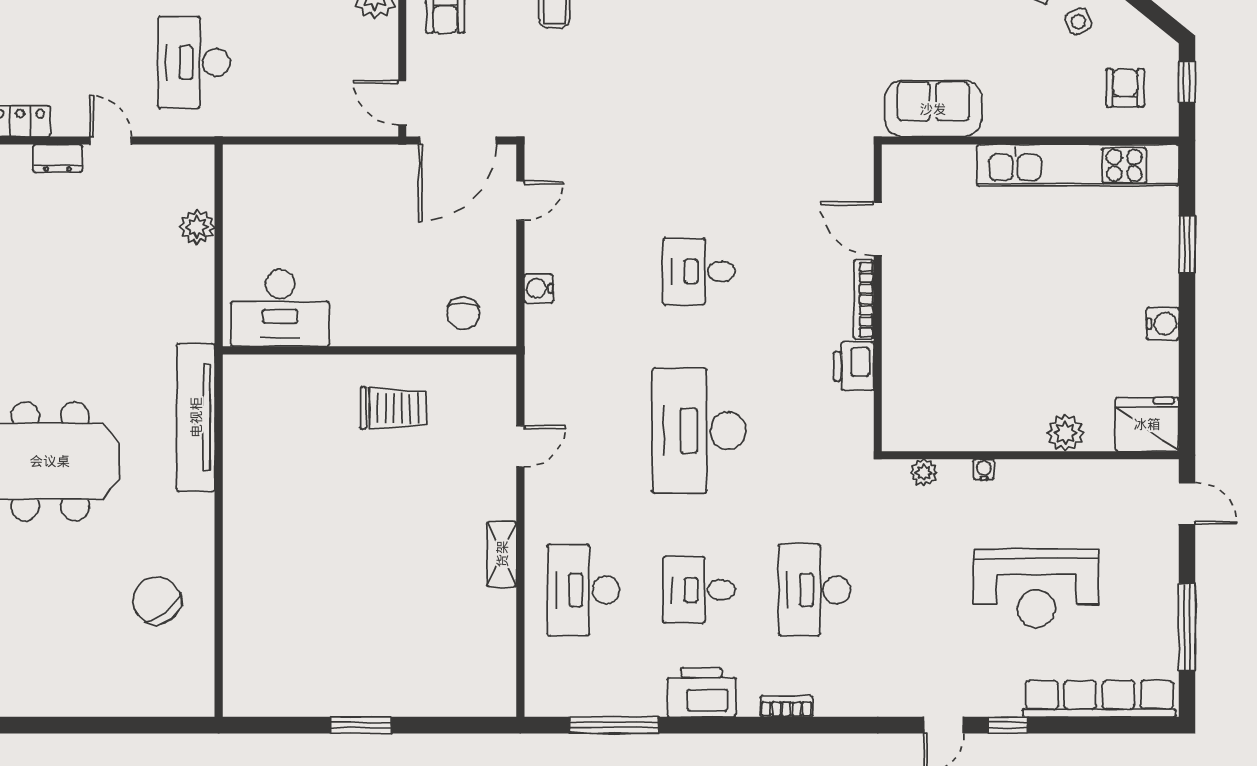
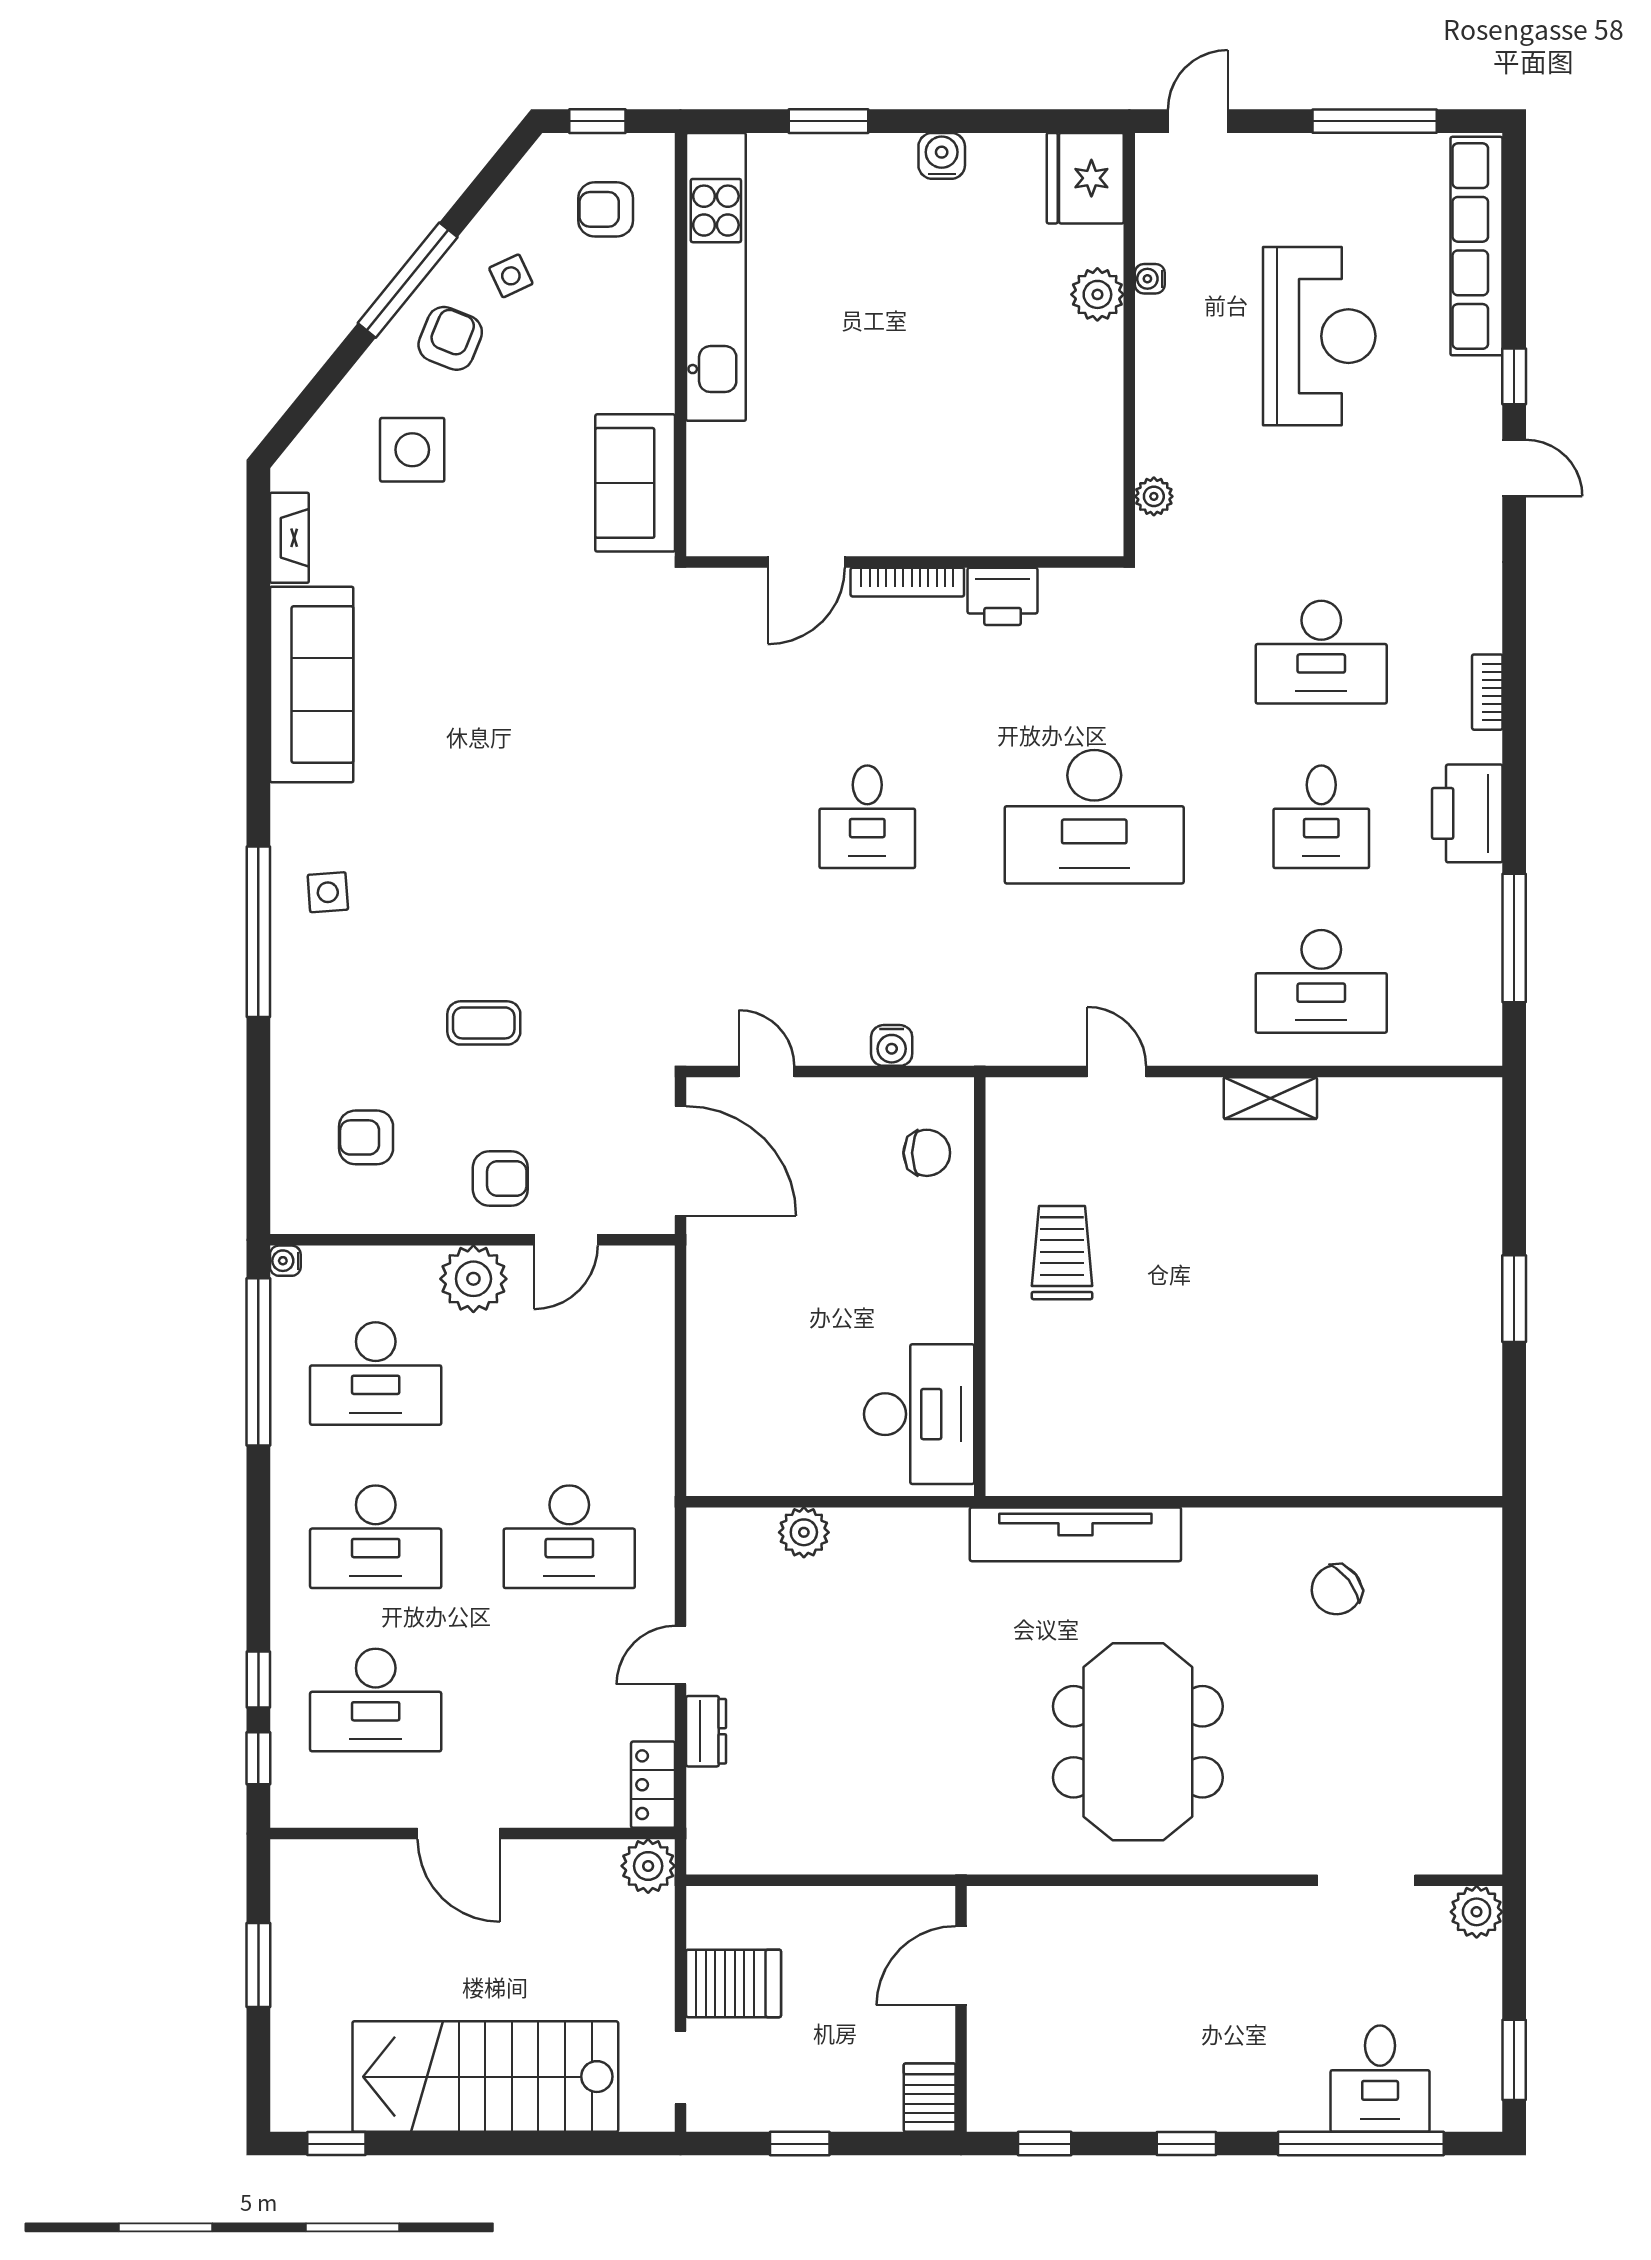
door: (402, 103) -> (566, 1240), moved
water cooler: (984, 470) -> (1150, 279), moved
chair: (157, 601) -> (1337, 1590), width x0.73, depth x0.73

